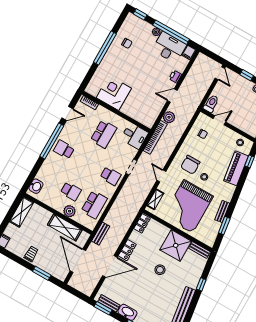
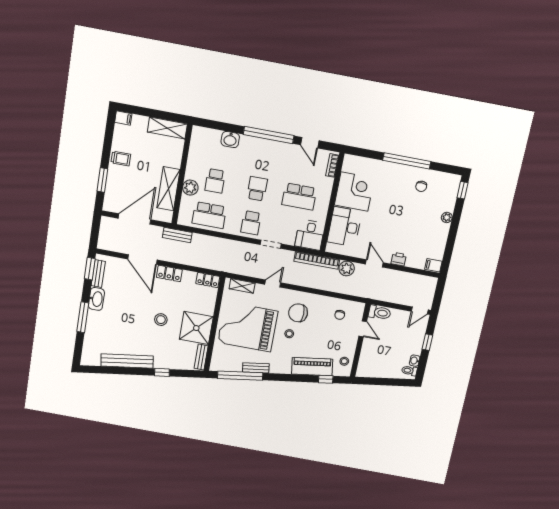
window: (171, 32) -> (452, 236), removed
desk: (169, 47) -> (345, 227), moved, turned 180
school desk: (64, 149) -> (257, 189), moved
washbasin: (36, 186) -> (230, 140), moved
window: (224, 226) -> (240, 376), width x2.11

